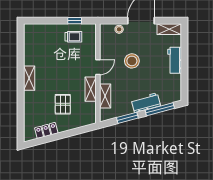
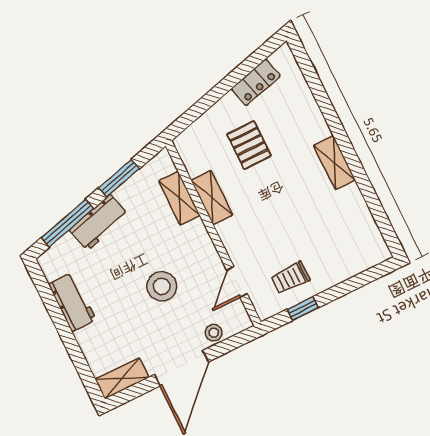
workbench: (175, 60) -> (72, 302), moved
door: (98, 67) -> (237, 282), moved

